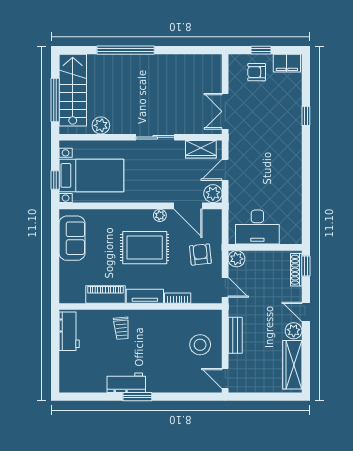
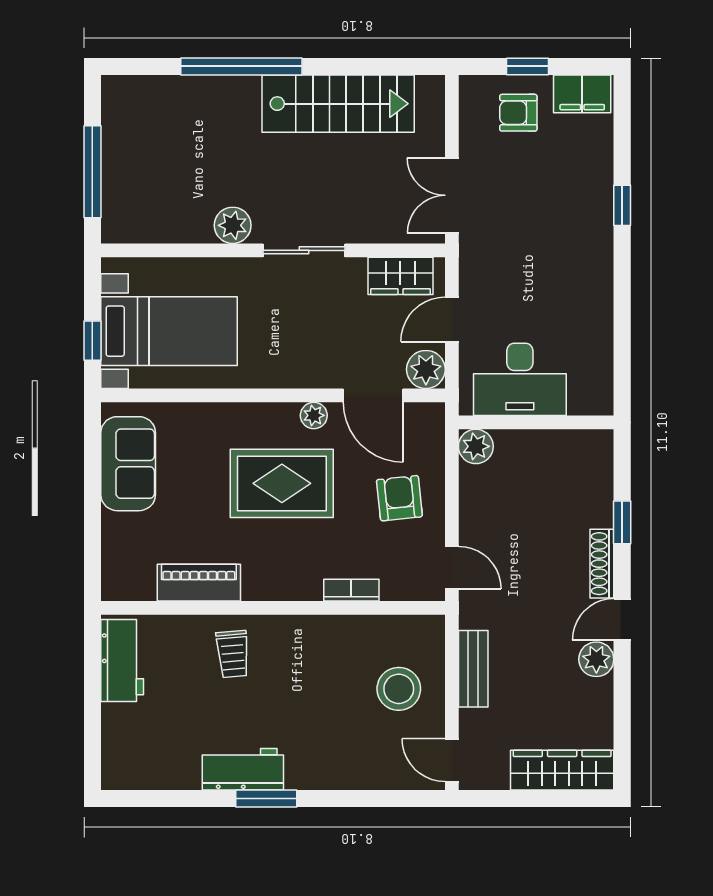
stairs: (73, 90) -> (338, 104), moved, turned 90
plant: (101, 125) -> (233, 225), moved
desk: (257, 227) -> (520, 379), moved
wall: (265, 247) -> (536, 422), moved
plant: (237, 259) -> (476, 446), moved
shoe rack: (296, 270) -> (602, 564), moved
tv unit: (145, 296) -> (282, 586), removed
door: (306, 312) -> (622, 619), hinge flipped
wardrobe: (292, 365) -> (562, 770), moved, turned 90

